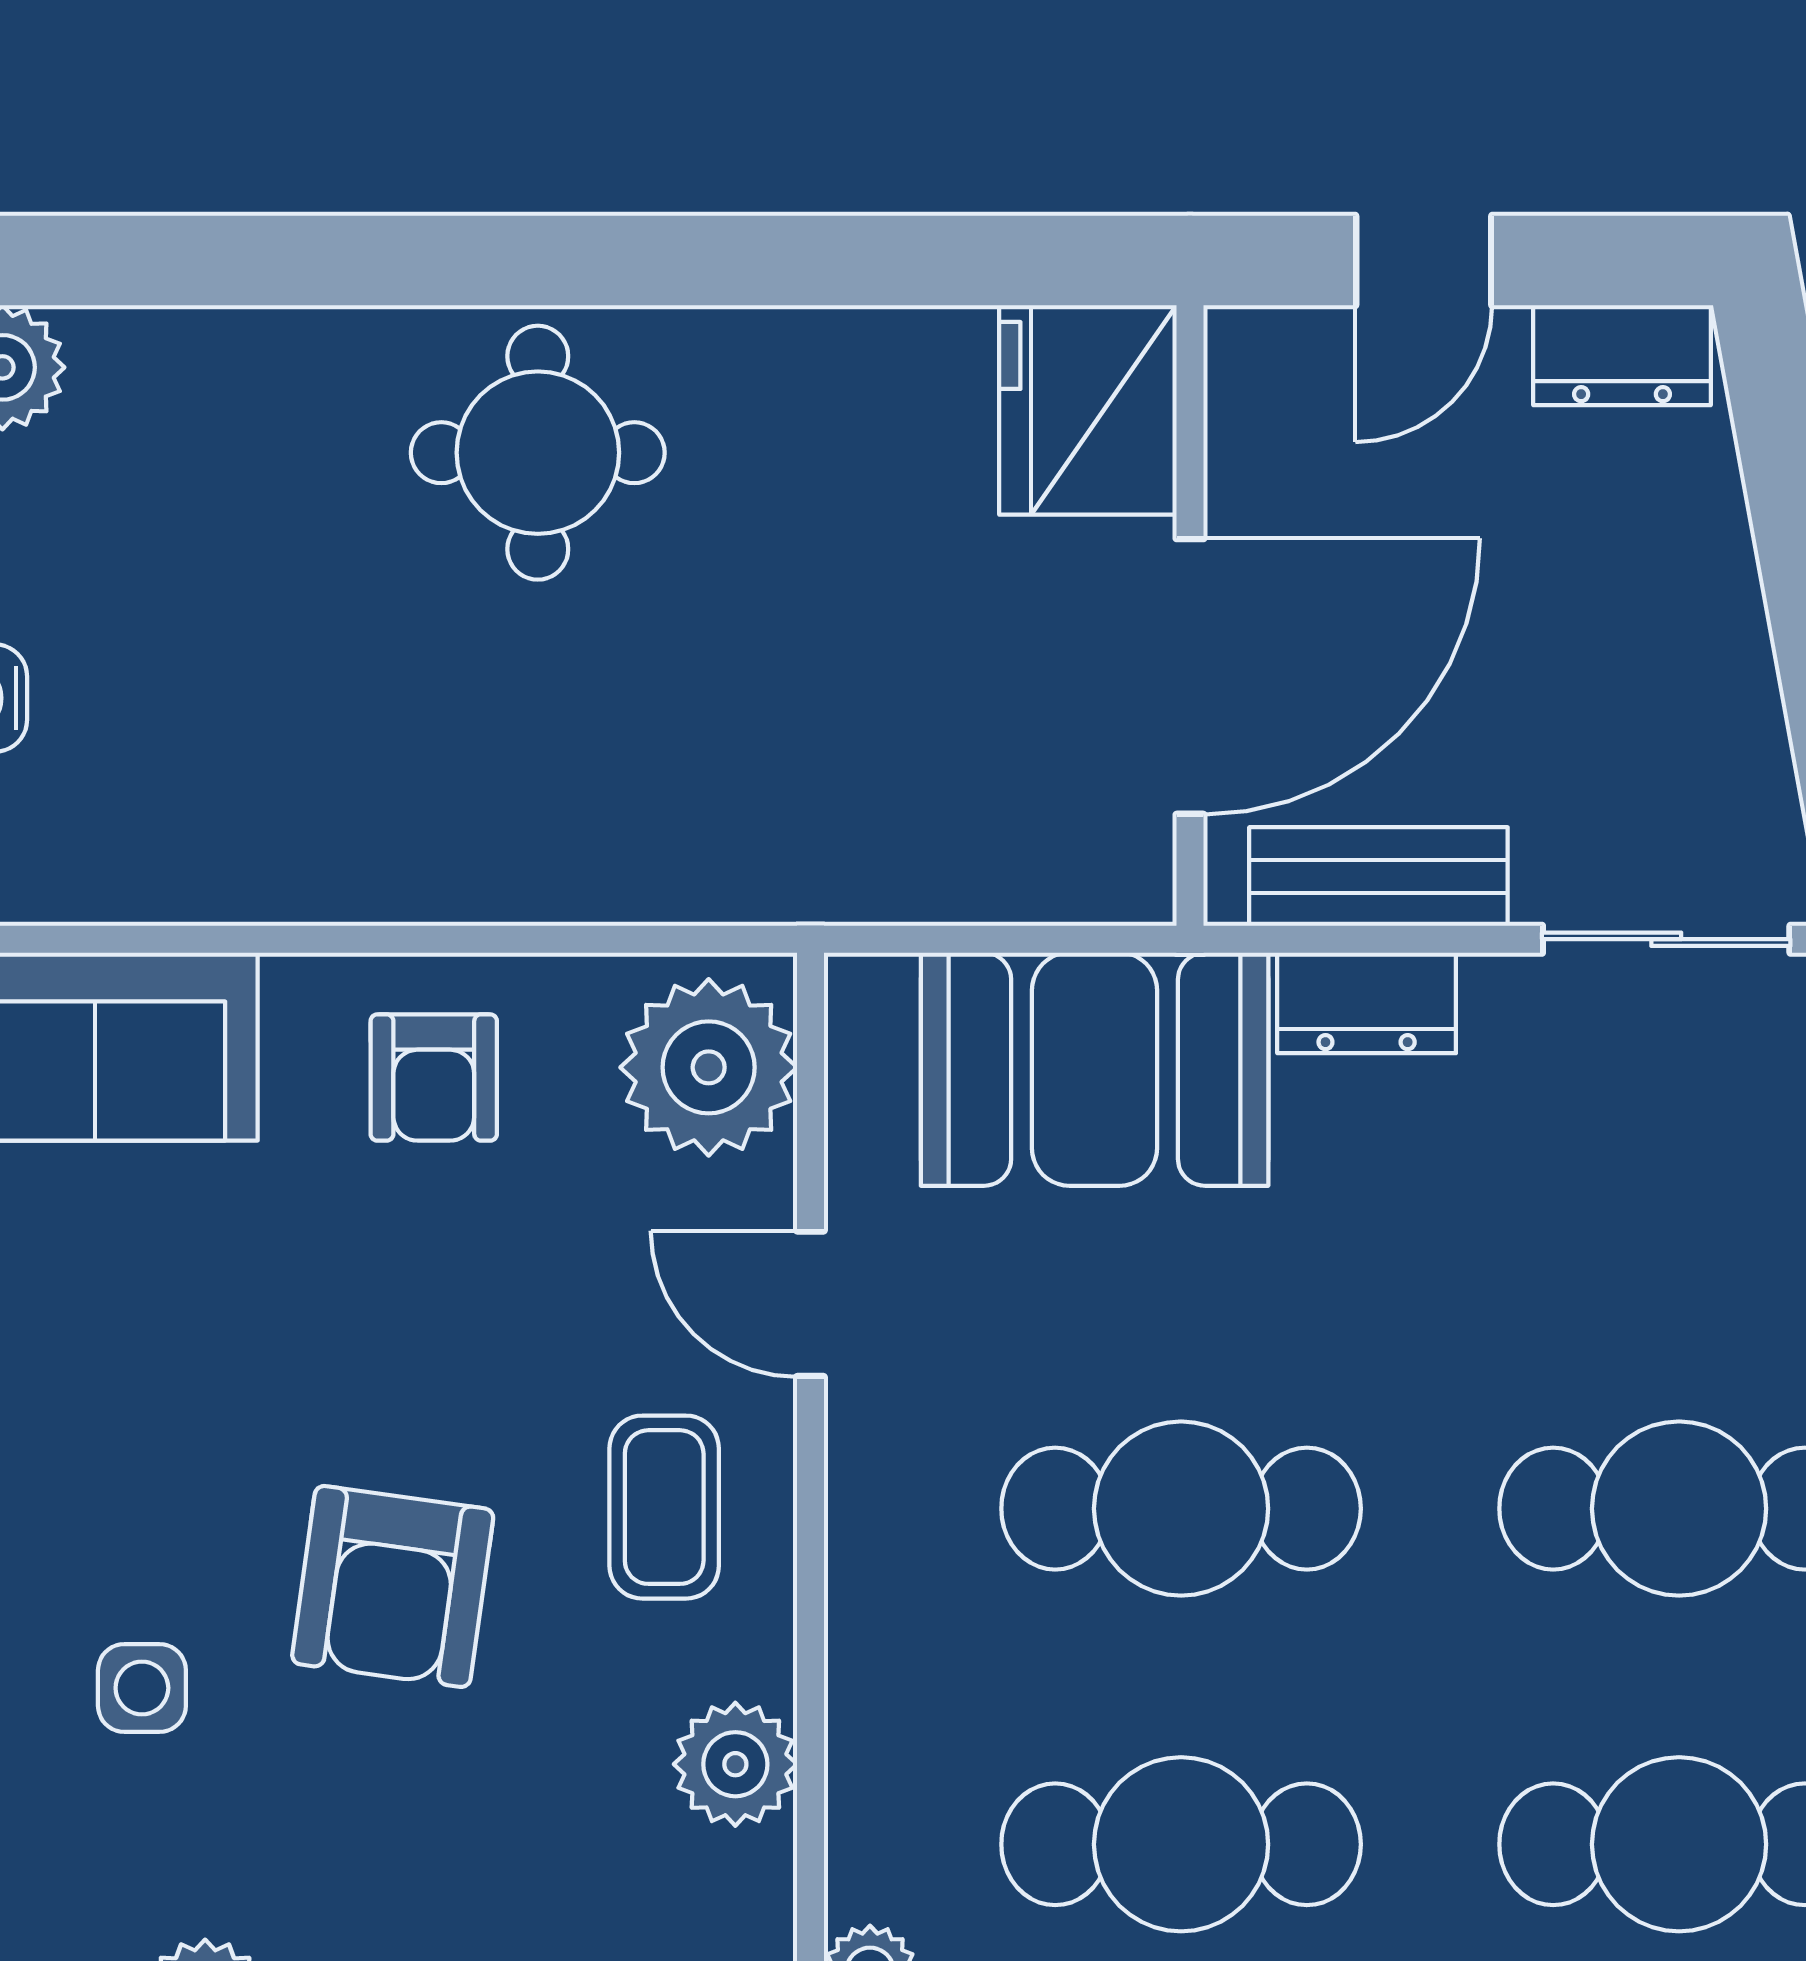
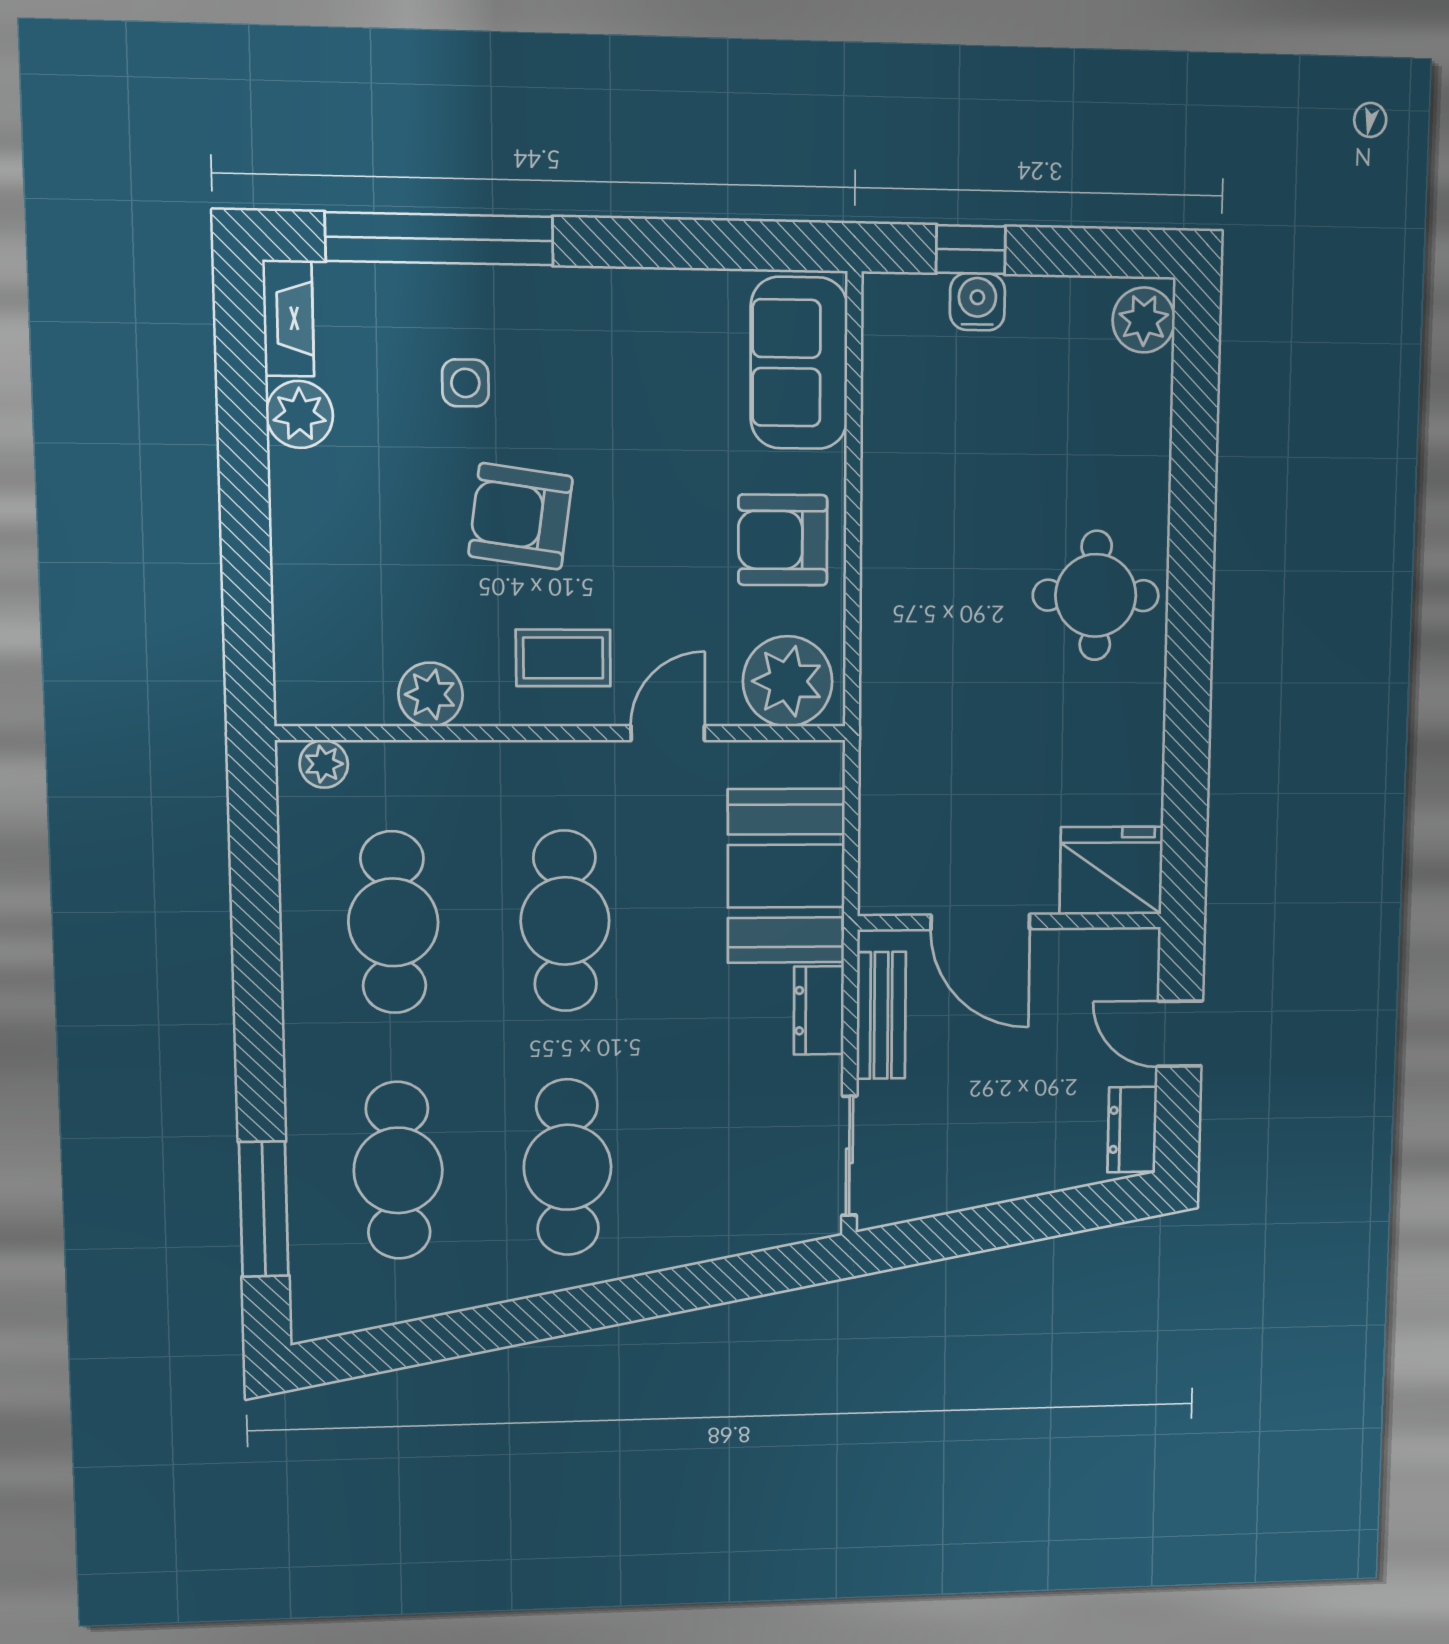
door: (1190, 676) -> (980, 922), width x0.73
armchair: (434, 1078) -> (783, 540), width x1.38, depth x1.38

